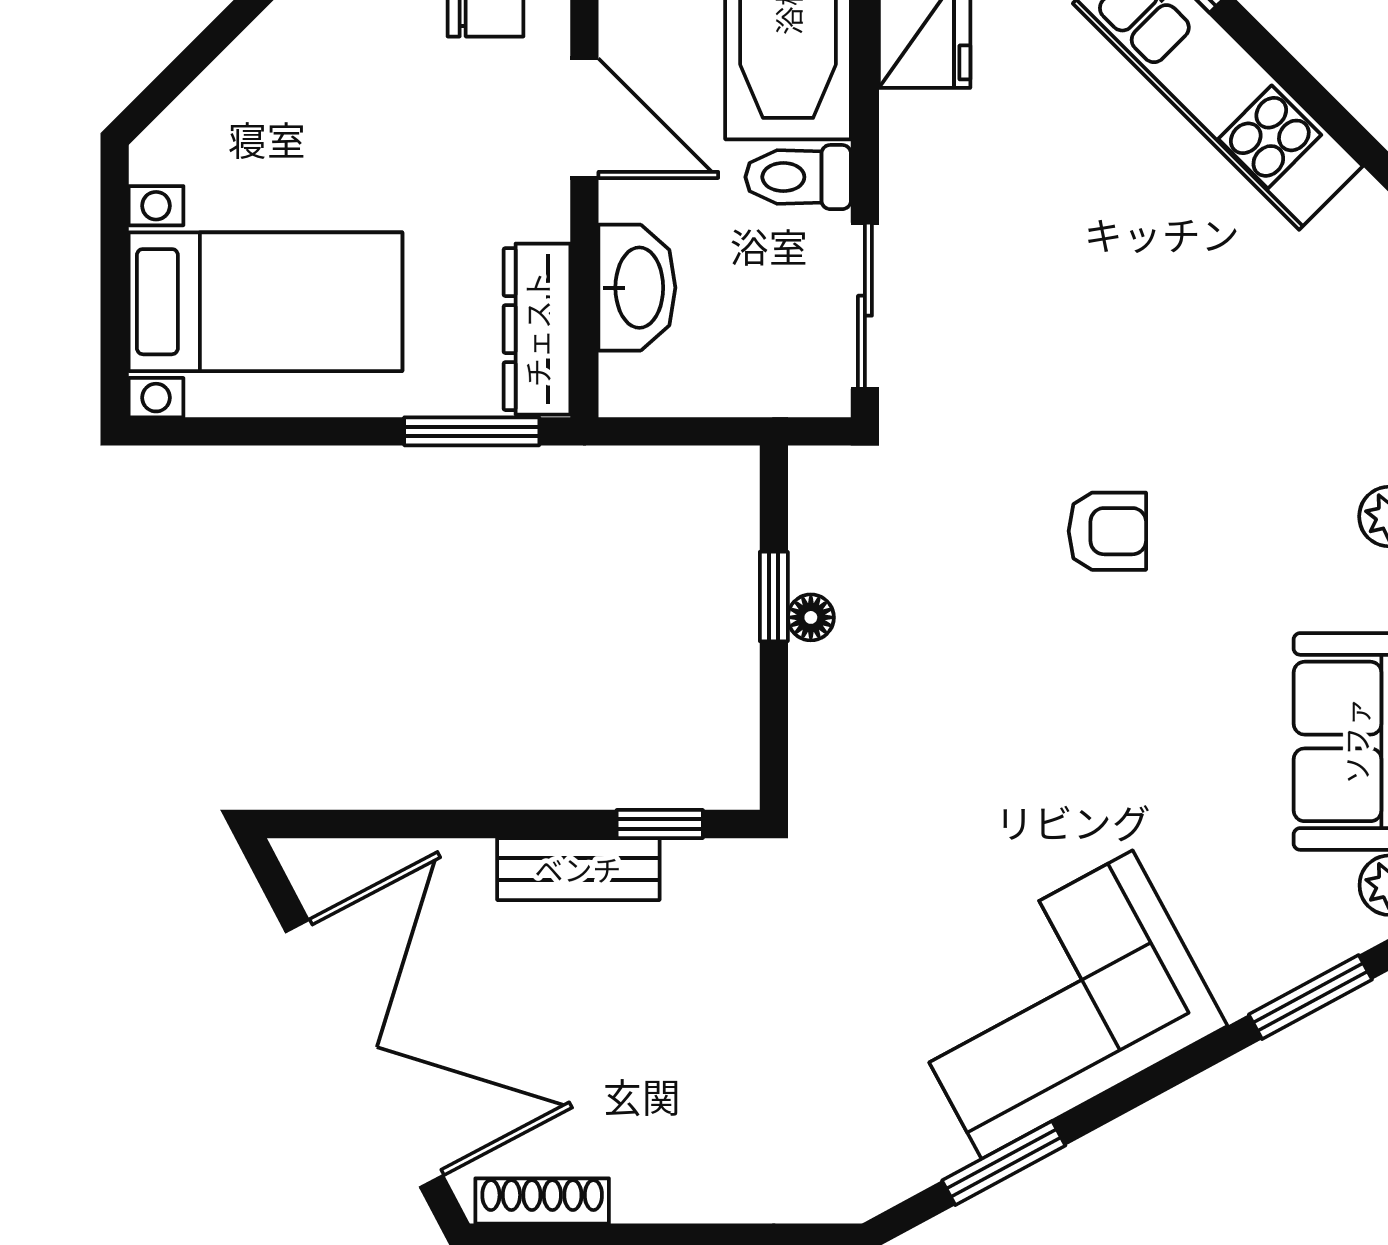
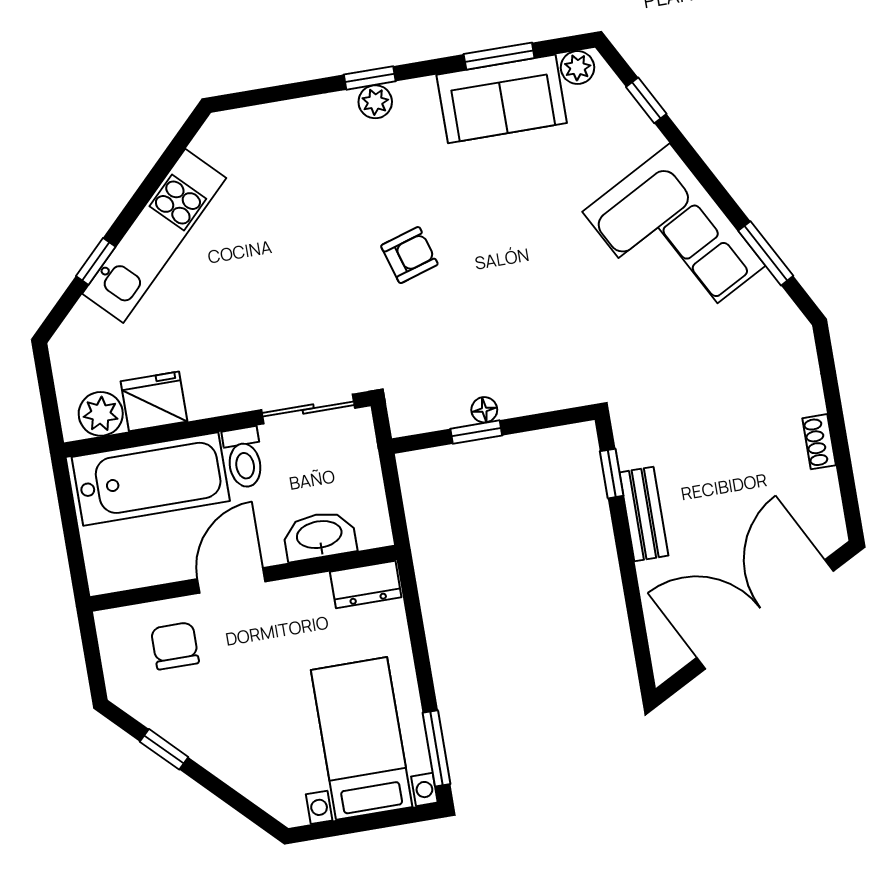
dresser: (537, 329) -> (366, 584), width x0.70
window: (472, 431) -> (436, 748), moved
armchair: (1107, 531) -> (409, 255), turned 73
window: (1310, 997) -> (646, 100), width x0.67
shoe rack: (542, 1201) -> (819, 442), moved, width x0.70

